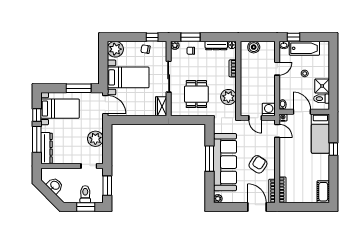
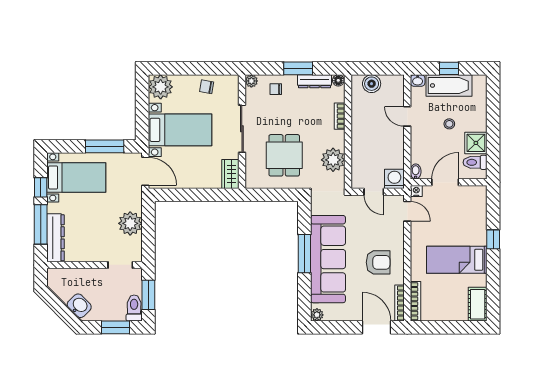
window: (152, 37) -> (217, 68), removed
window: (190, 37) -> (298, 68), moved
window: (294, 37) -> (449, 68), moved
door: (277, 69) -> (407, 116), swing flipped
door: (302, 112) -> (445, 182), hinge flipped
bed: (320, 134) -> (457, 260), moved, turned 90
armchair: (258, 164) -> (378, 262), turned 56
washbasin: (55, 186) -> (79, 306), moved
toilet: (85, 194) -> (134, 308), moved

